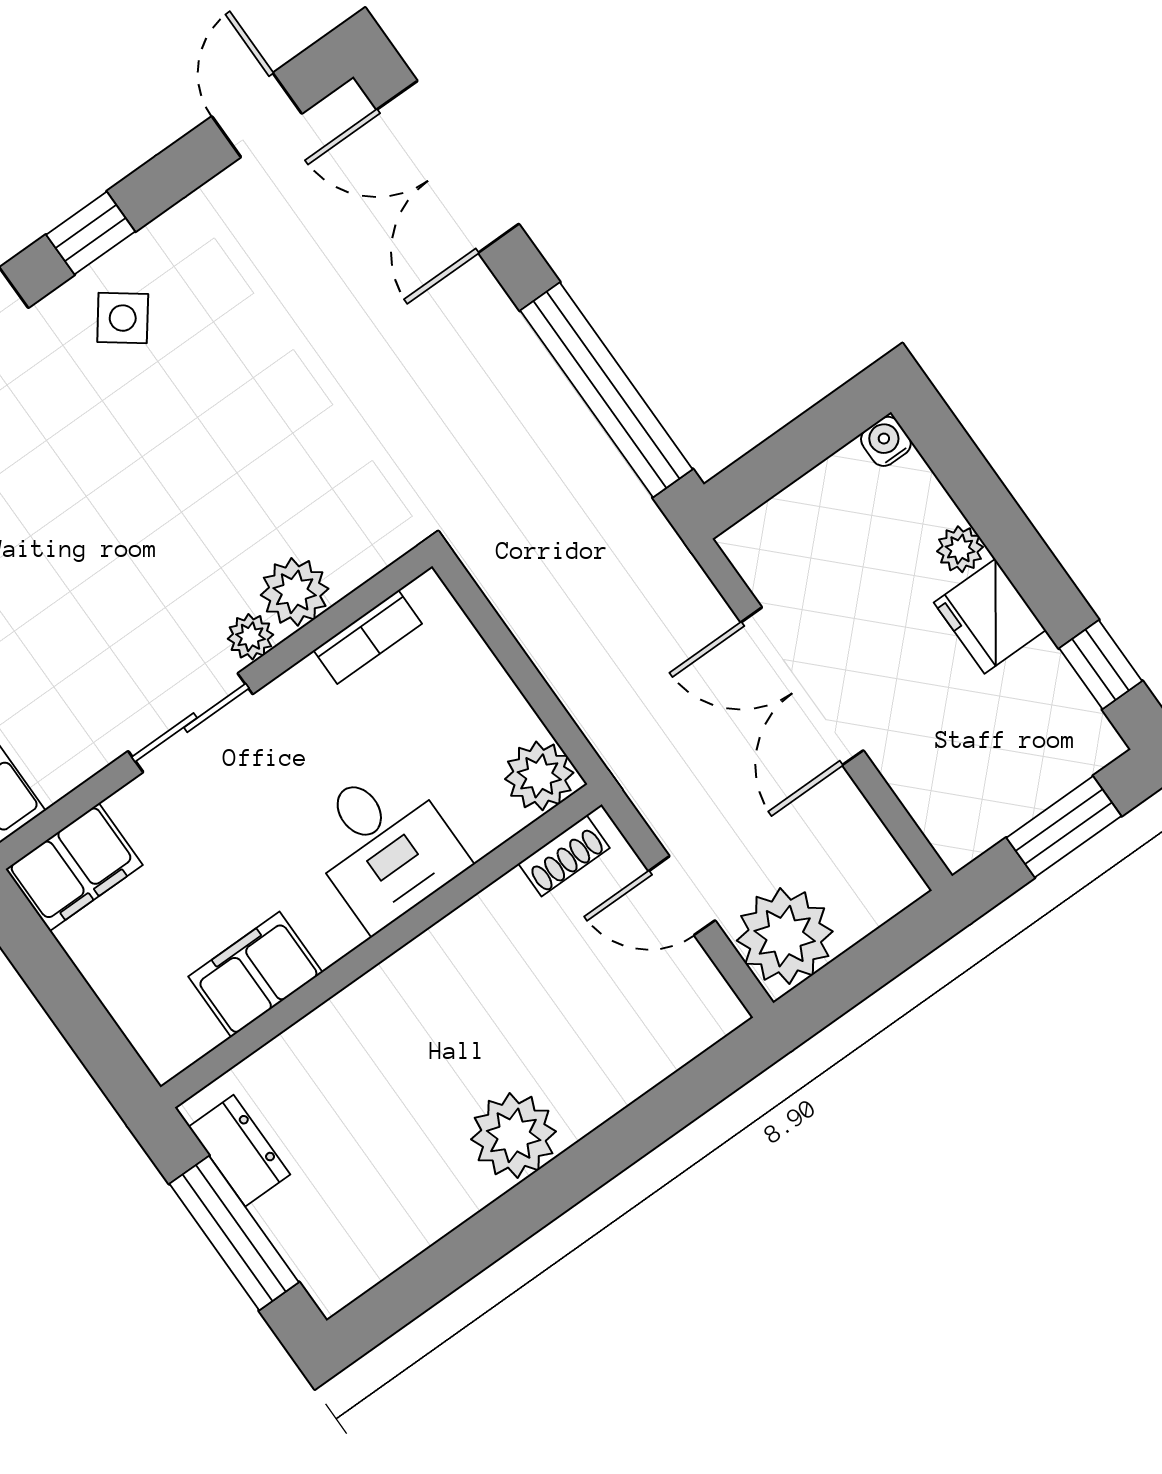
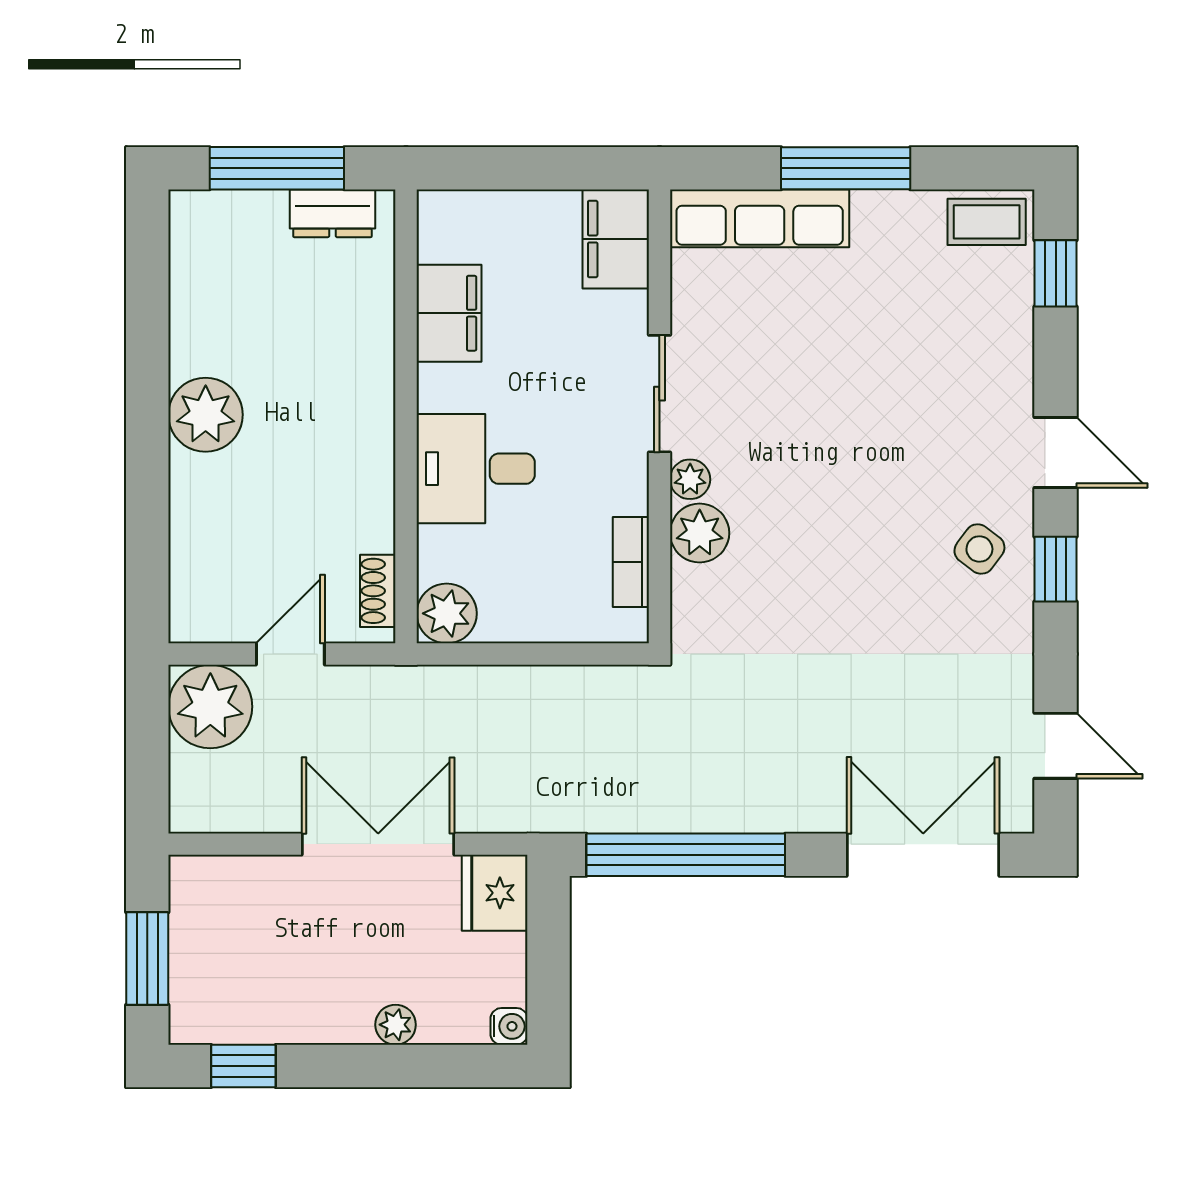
fridge: (990, 616) -> (495, 893), moved, turned -90

